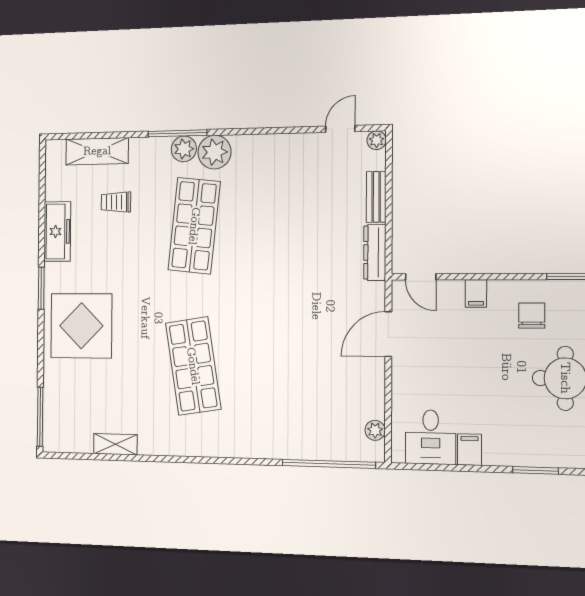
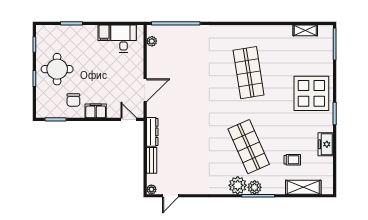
shop shelf: (194, 226) -> (249, 147), turned -30
freezer: (57, 231) -> (326, 144), width x0.71
filing cabinet: (476, 294) -> (96, 111), width x2.00
shelving: (115, 444) -> (305, 30), moved

